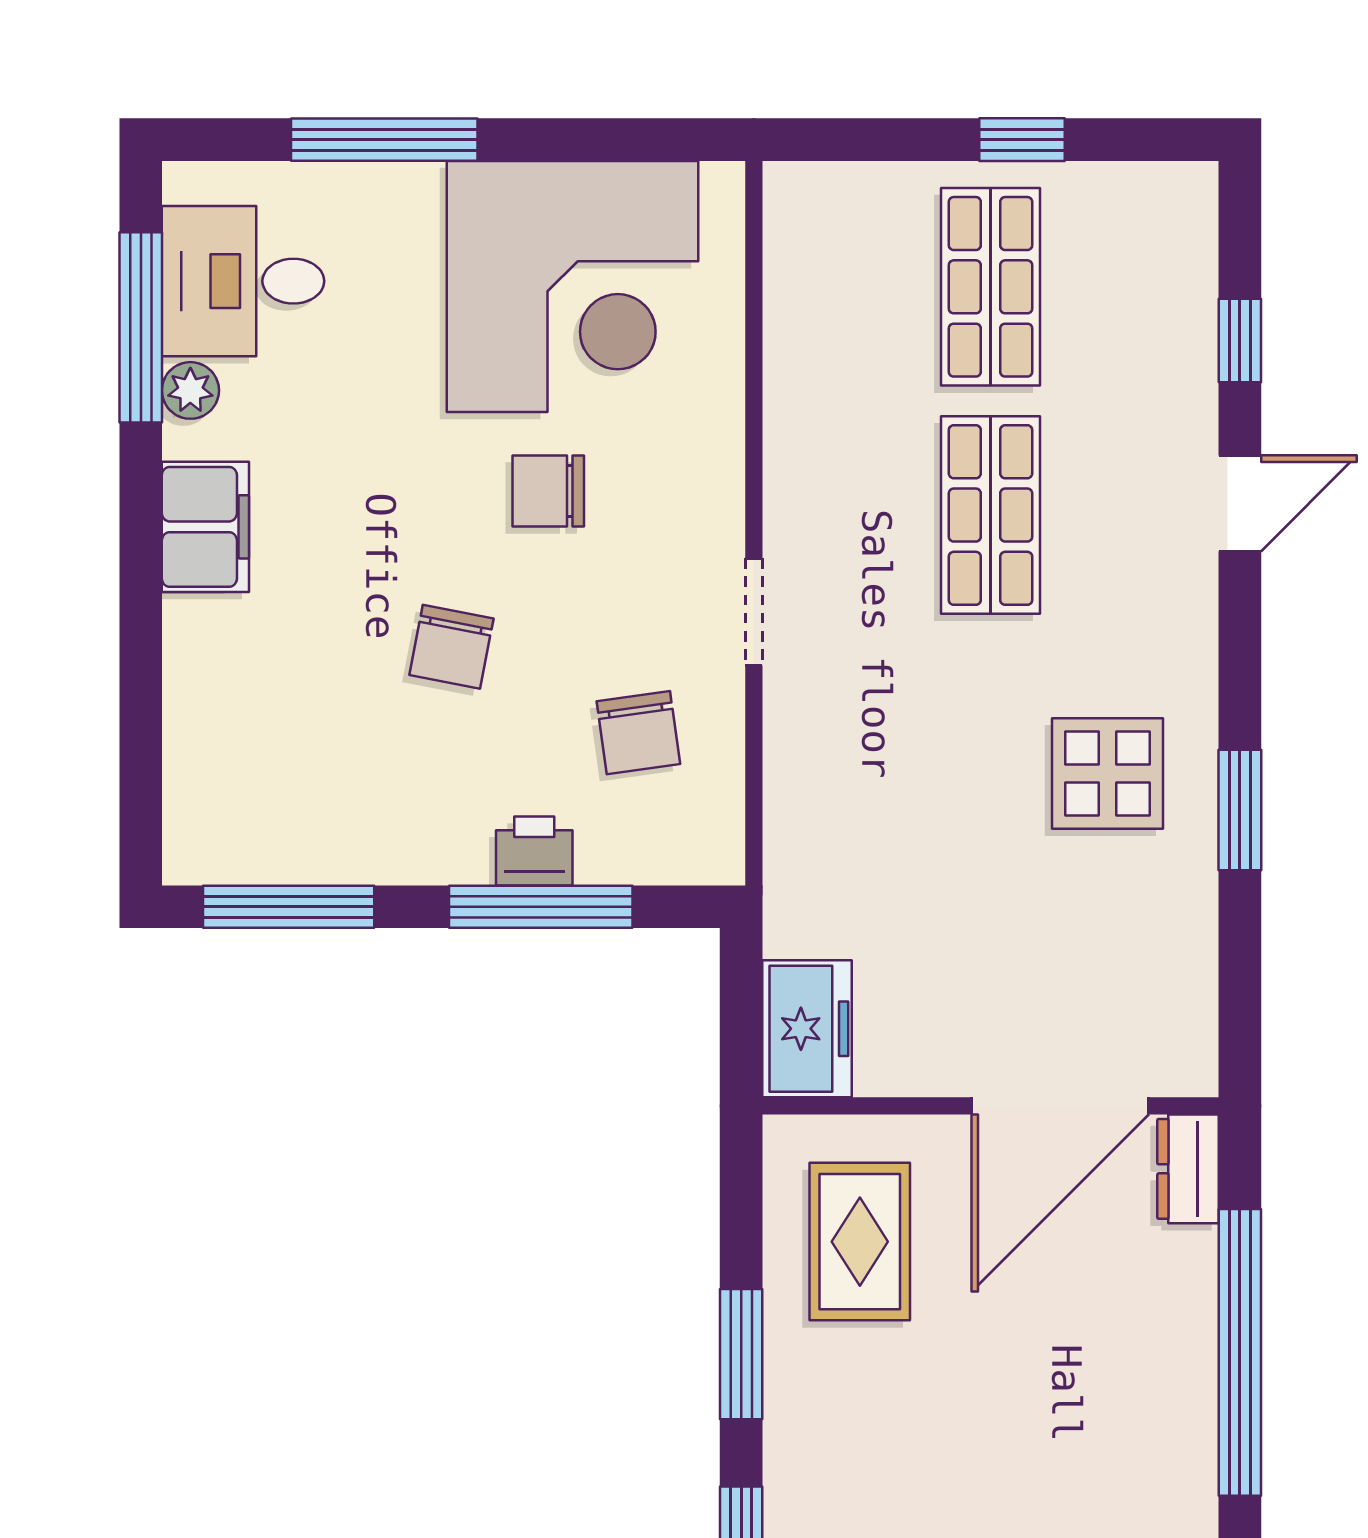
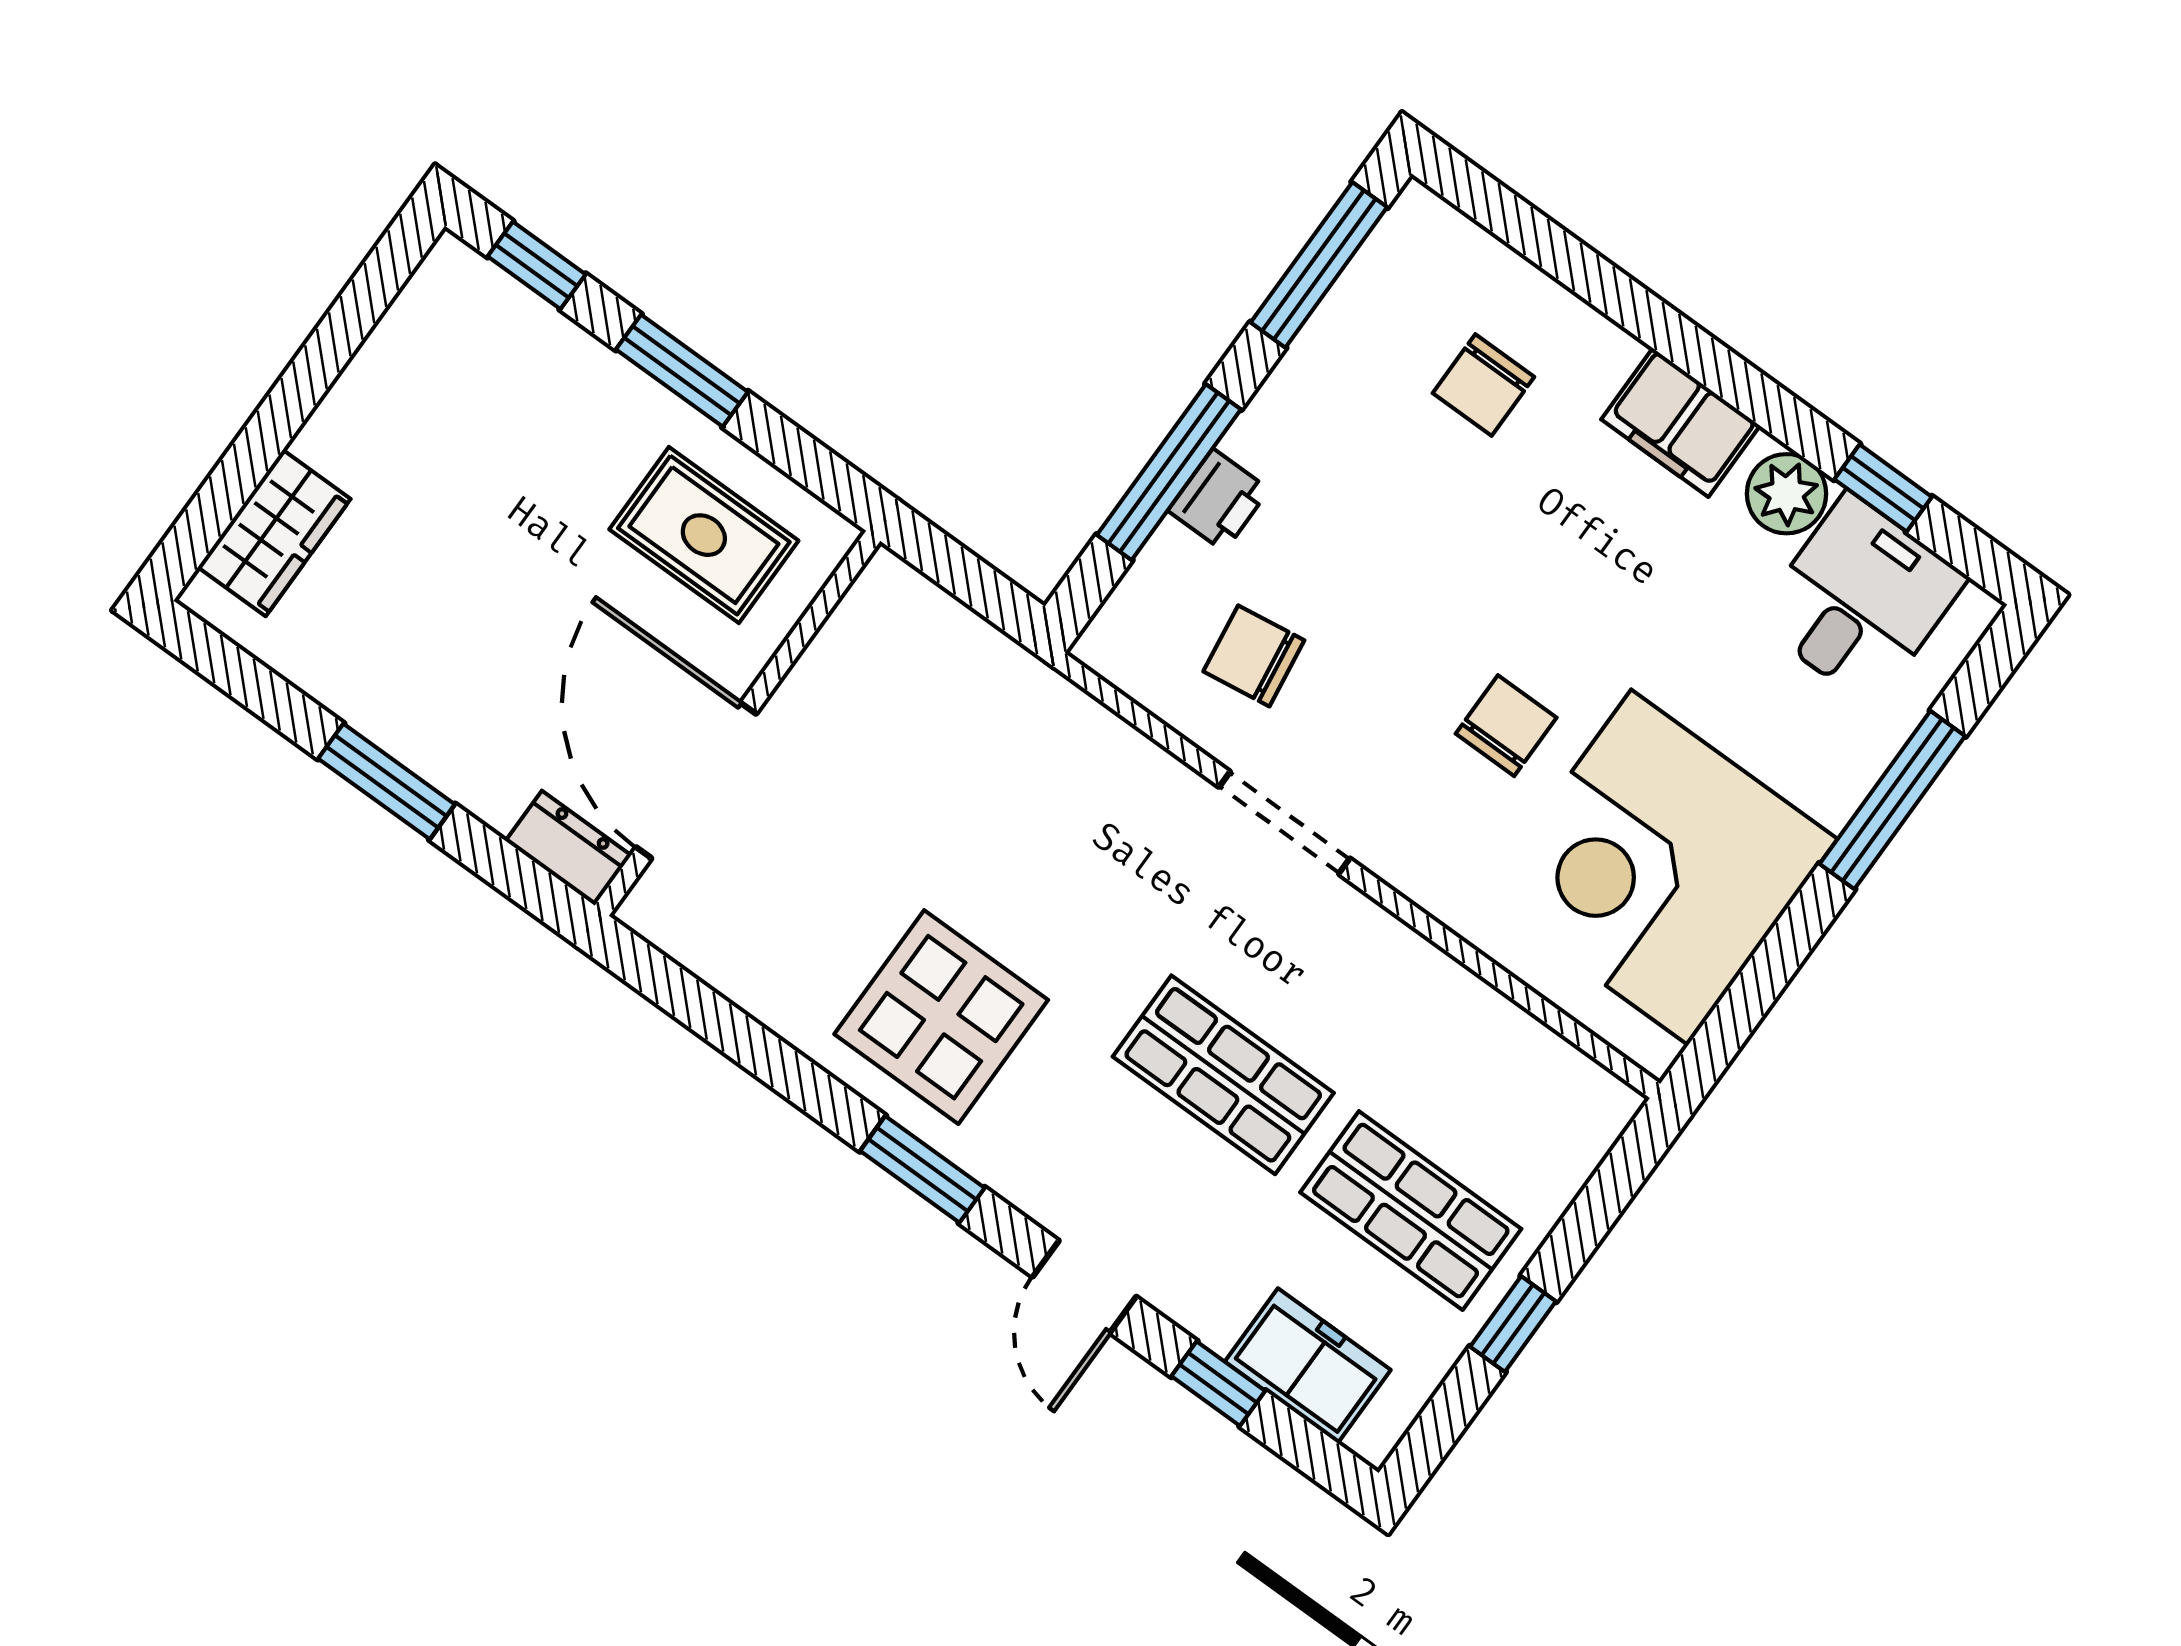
window: (141, 327) -> (1883, 488), width x0.46
plant: (190, 390) -> (1787, 494), width x1.38, depth x1.38
doorway: (754, 612) -> (1284, 823), width x1.38
chair: (451, 647) -> (1483, 385), moved, turned -101
display table: (1107, 774) -> (941, 1017), width x1.36, depth x1.36
window: (1240, 810) -> (922, 1169), moved
freezer: (807, 1029) -> (1308, 1366), moved, turned 180
window: (1240, 1352) -> (387, 782), width x0.47

